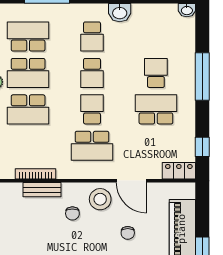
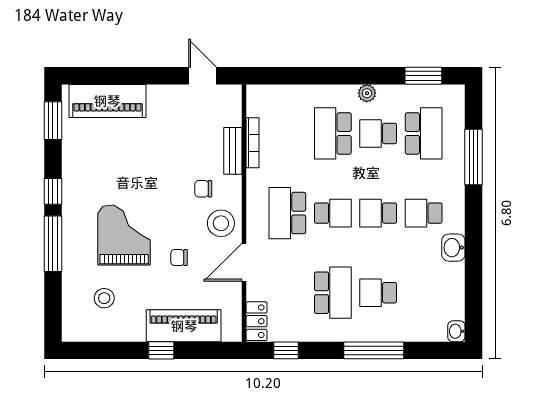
school desk: (28, 73) -> (378, 133), width x0.54
school desk: (156, 73) -> (378, 293), turned 180

